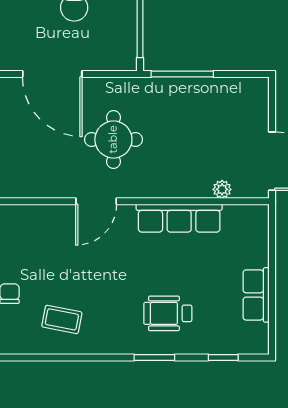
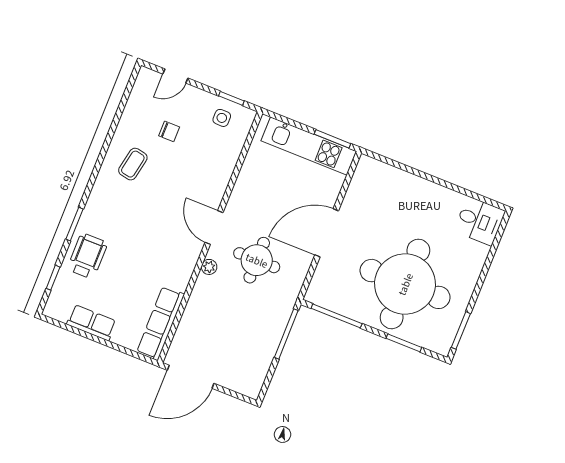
plant: (222, 189) -> (209, 267), moved
row of seats: (179, 218) -> (161, 323), moved
wheelchair: (168, 313) -> (87, 256), moved

